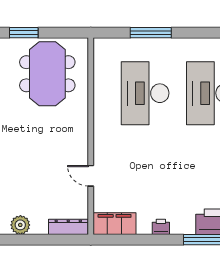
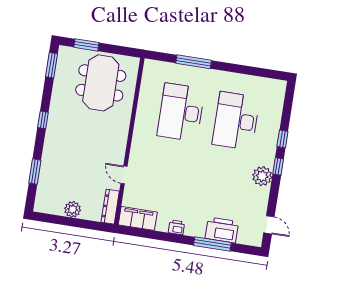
plant: (20, 225) -> (73, 209), moved
dresser: (68, 227) -> (110, 207), moved, turned -90

